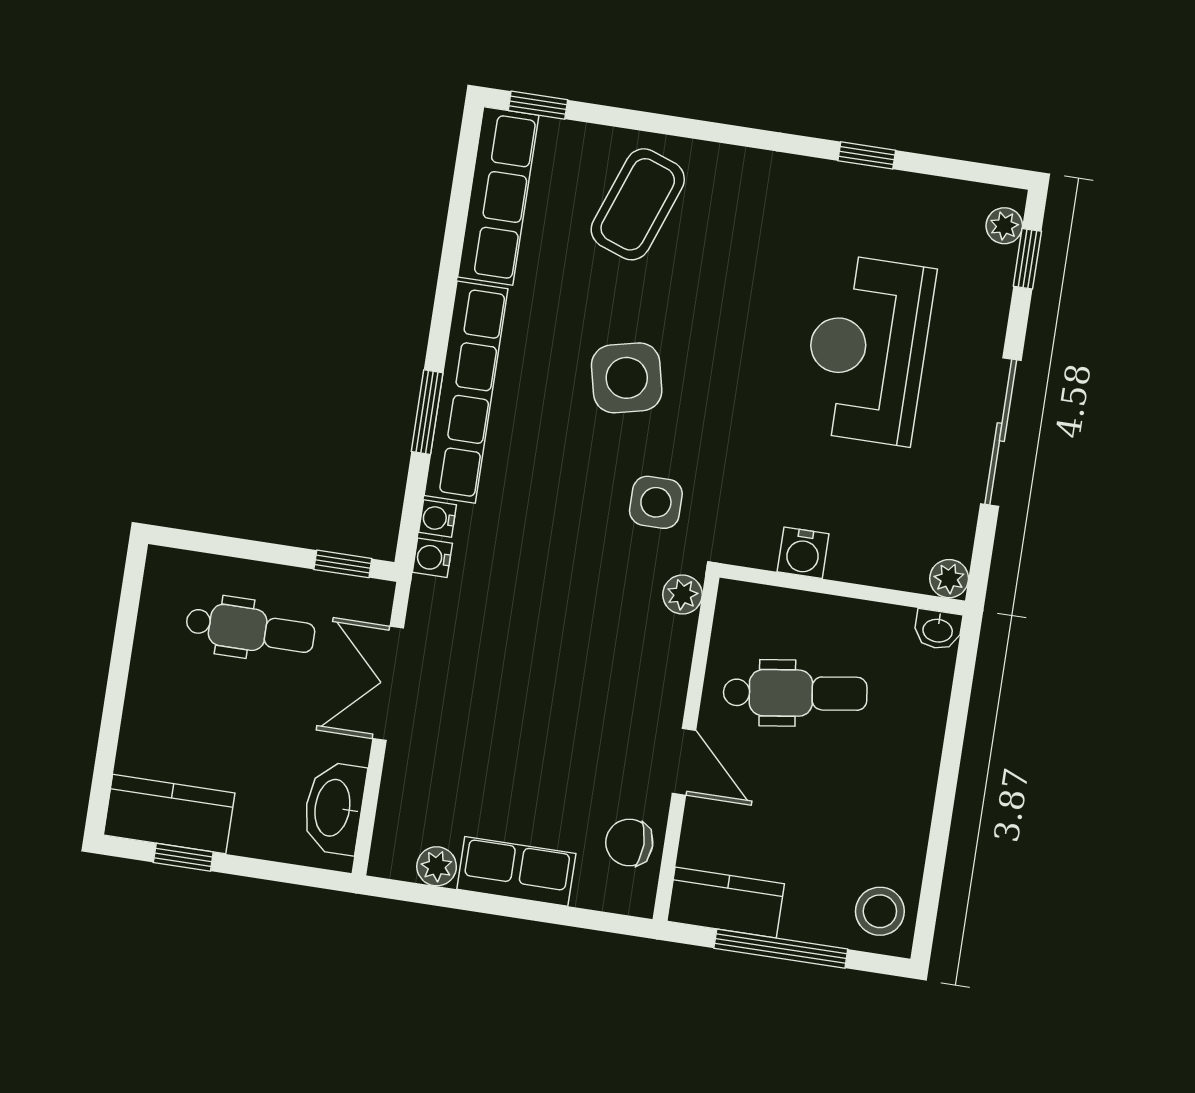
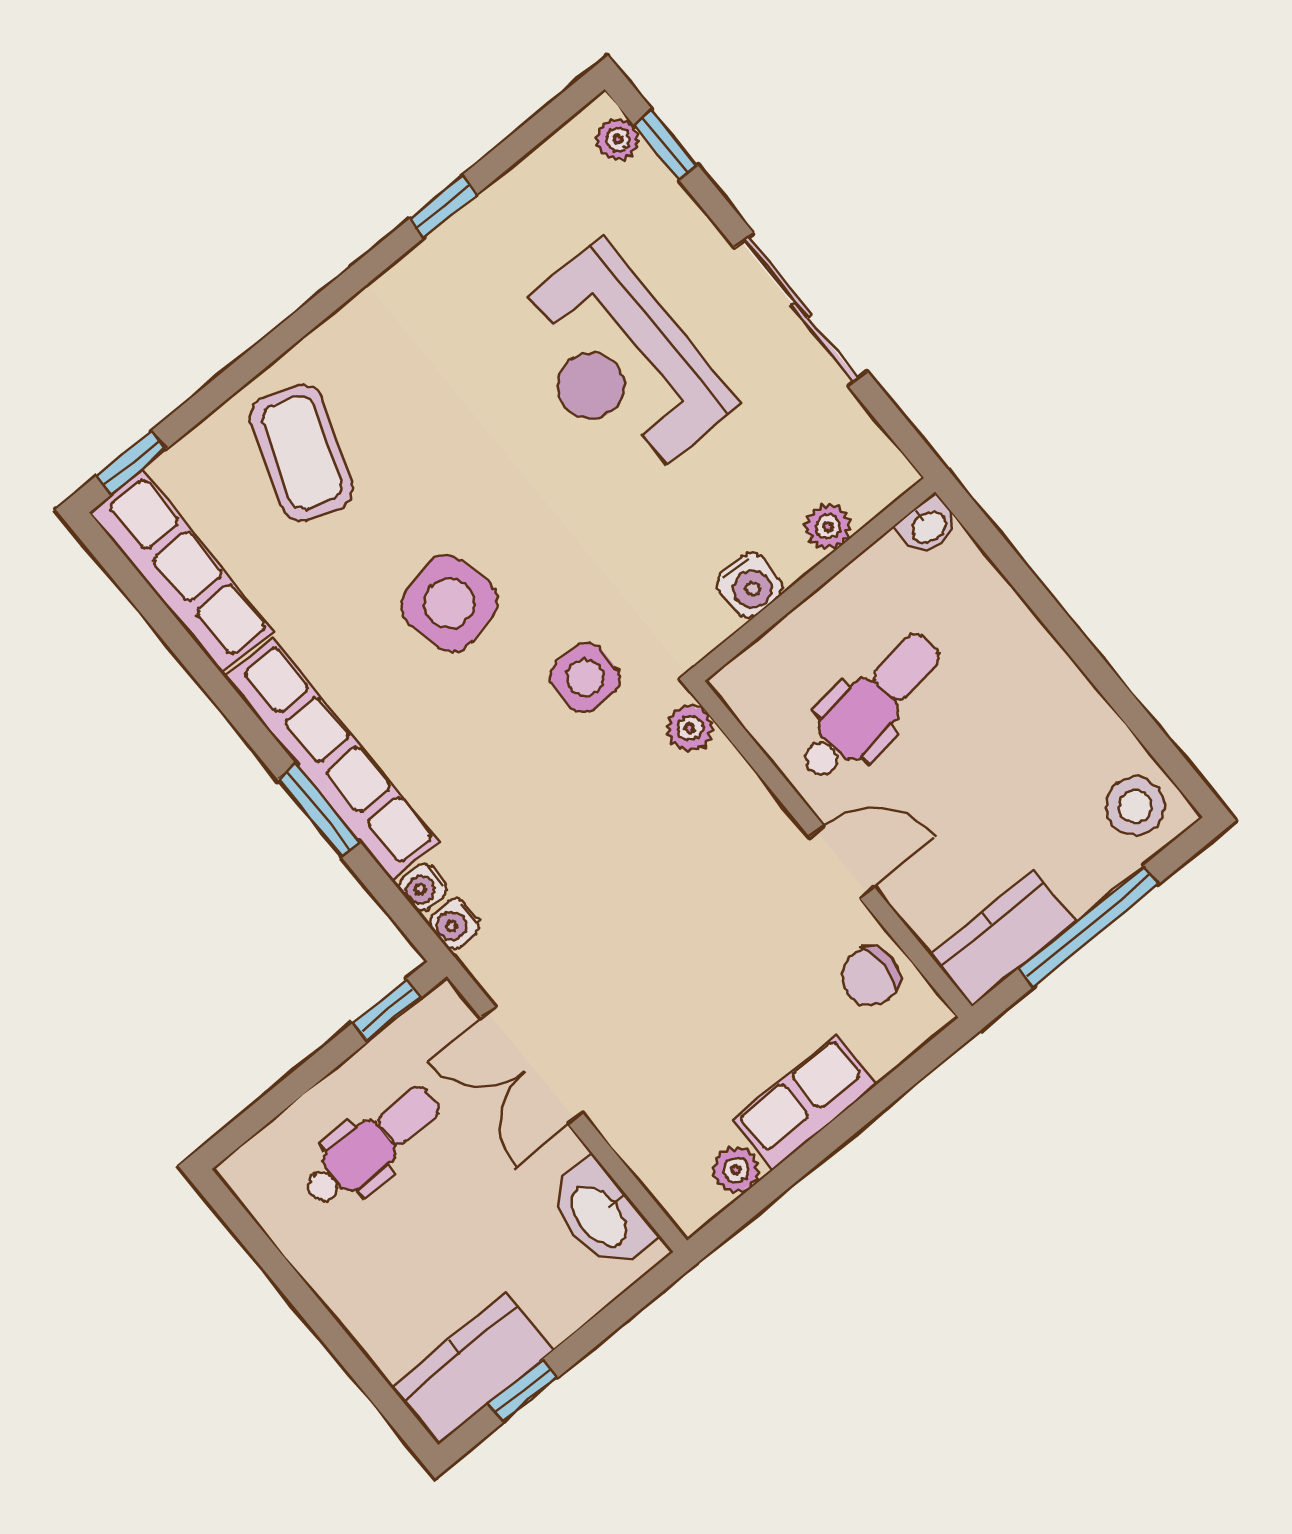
plant: (949, 579) -> (828, 527), moved

